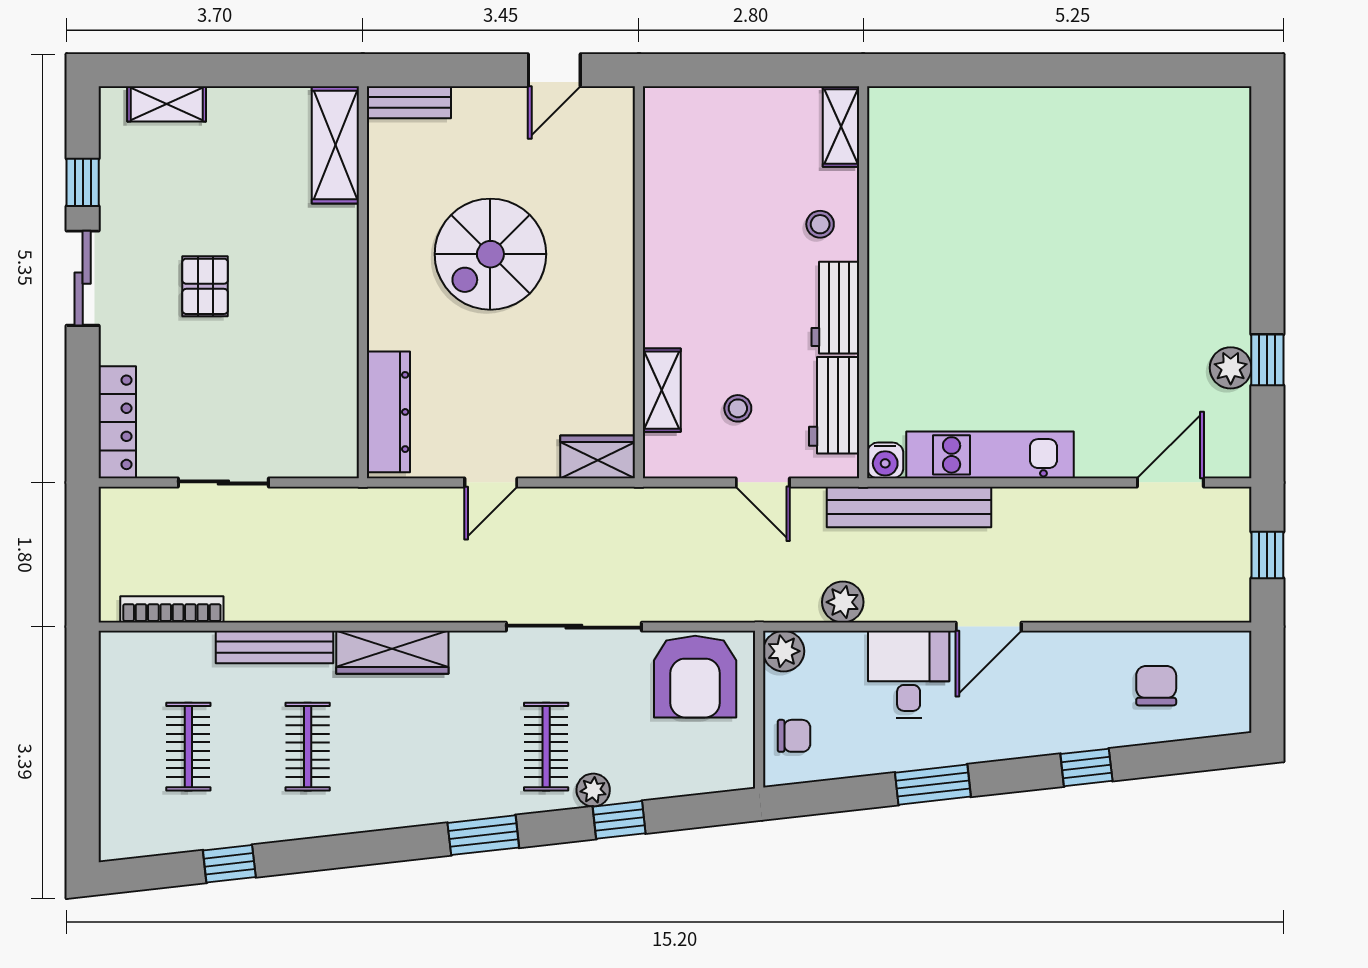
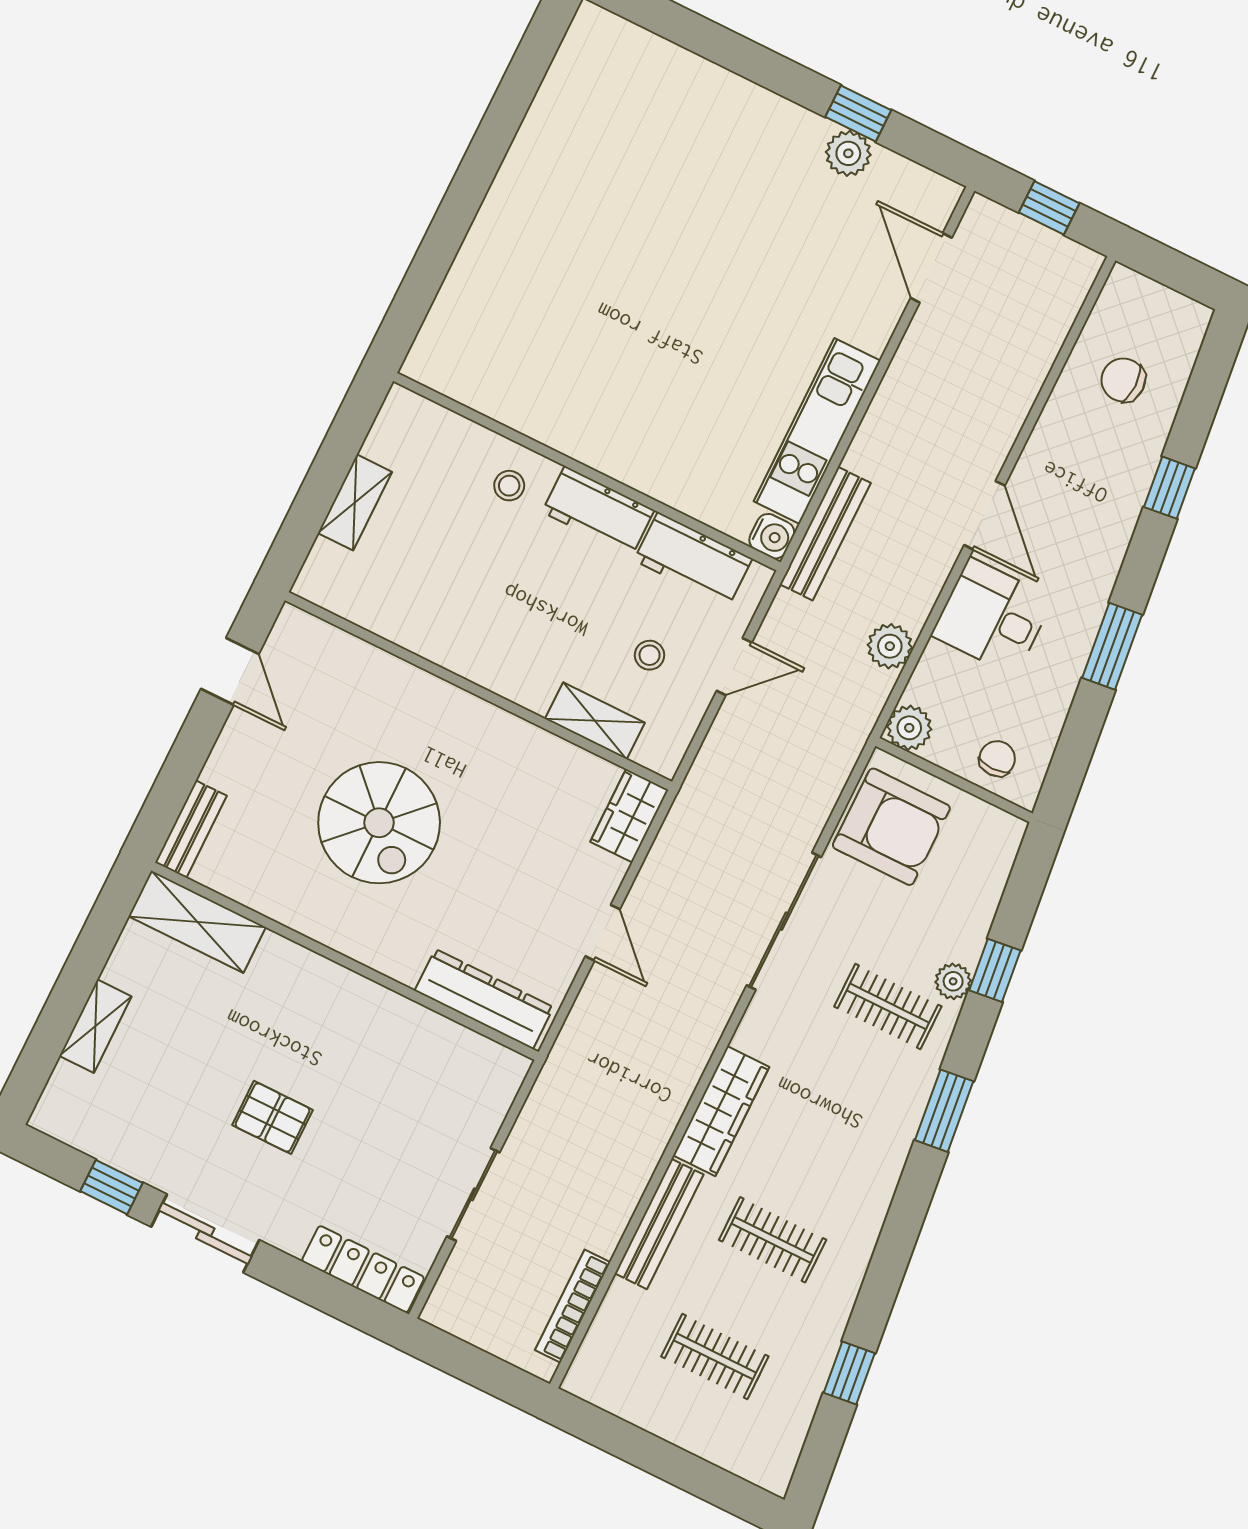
shelving: (167, 104) -> (95, 1026), moved
shelving: (841, 127) -> (355, 502), moved, turned 90
bench: (909, 507) -> (825, 534), width x0.73, depth x0.82

